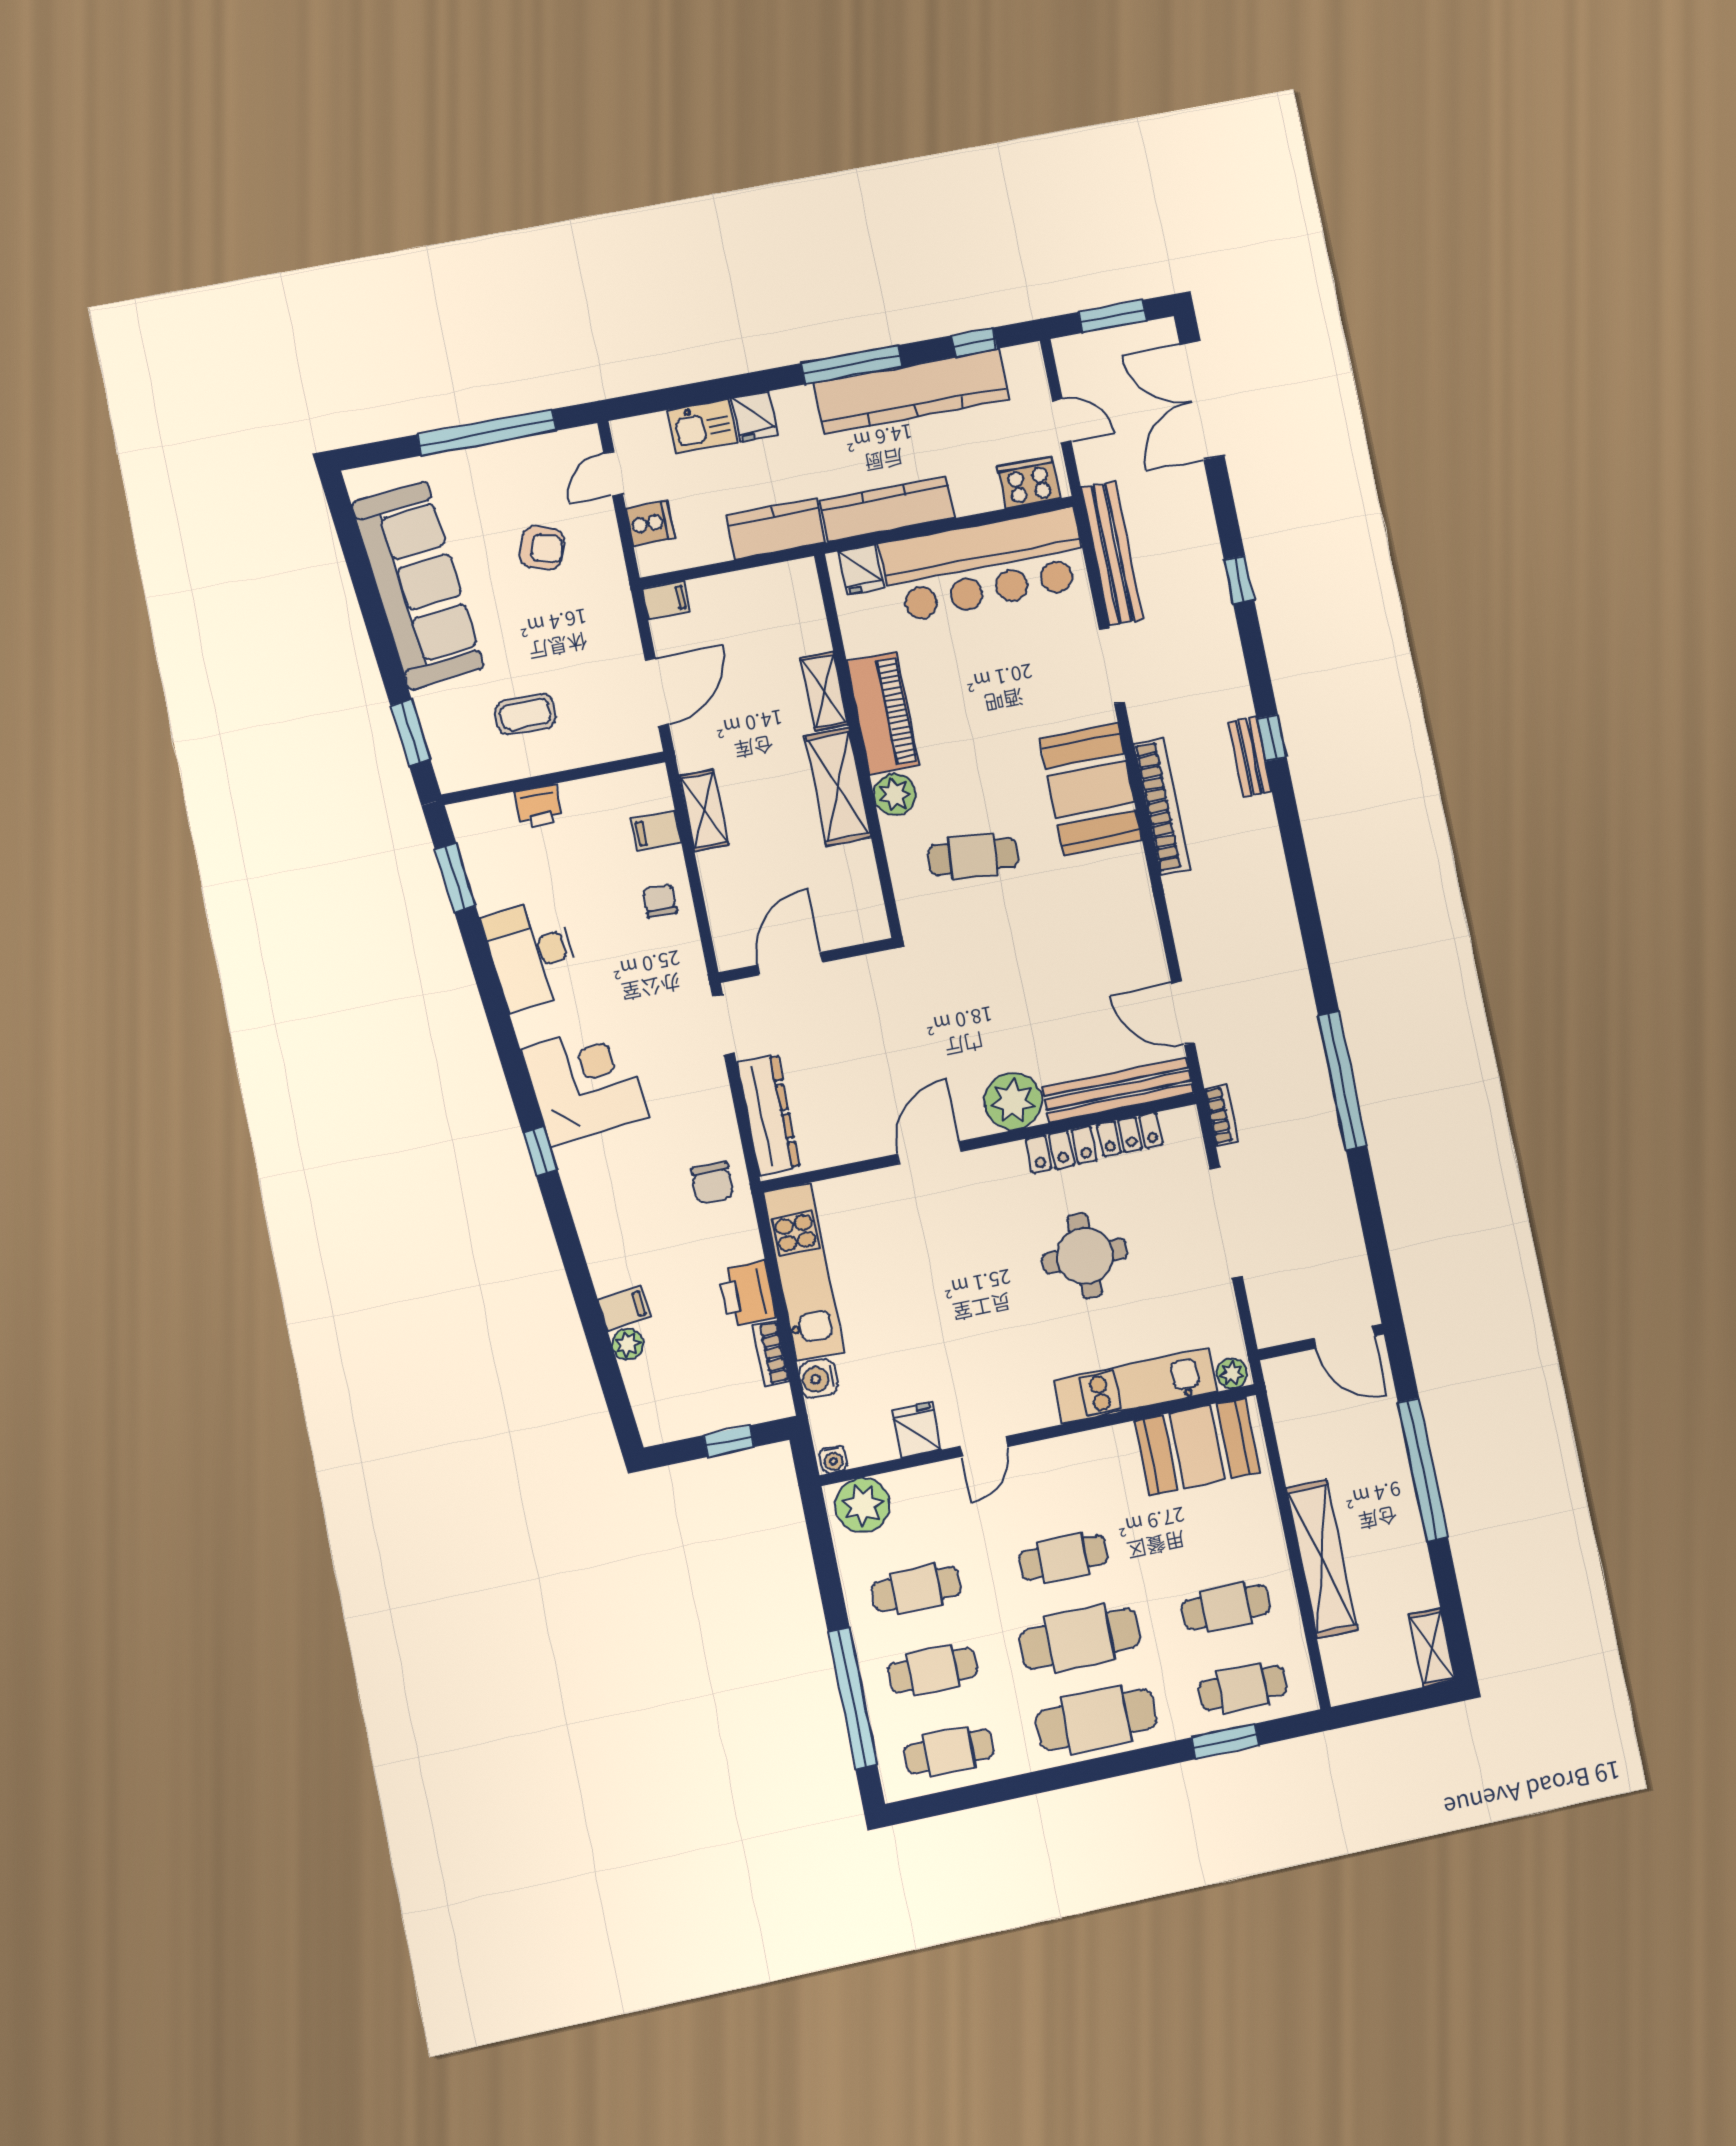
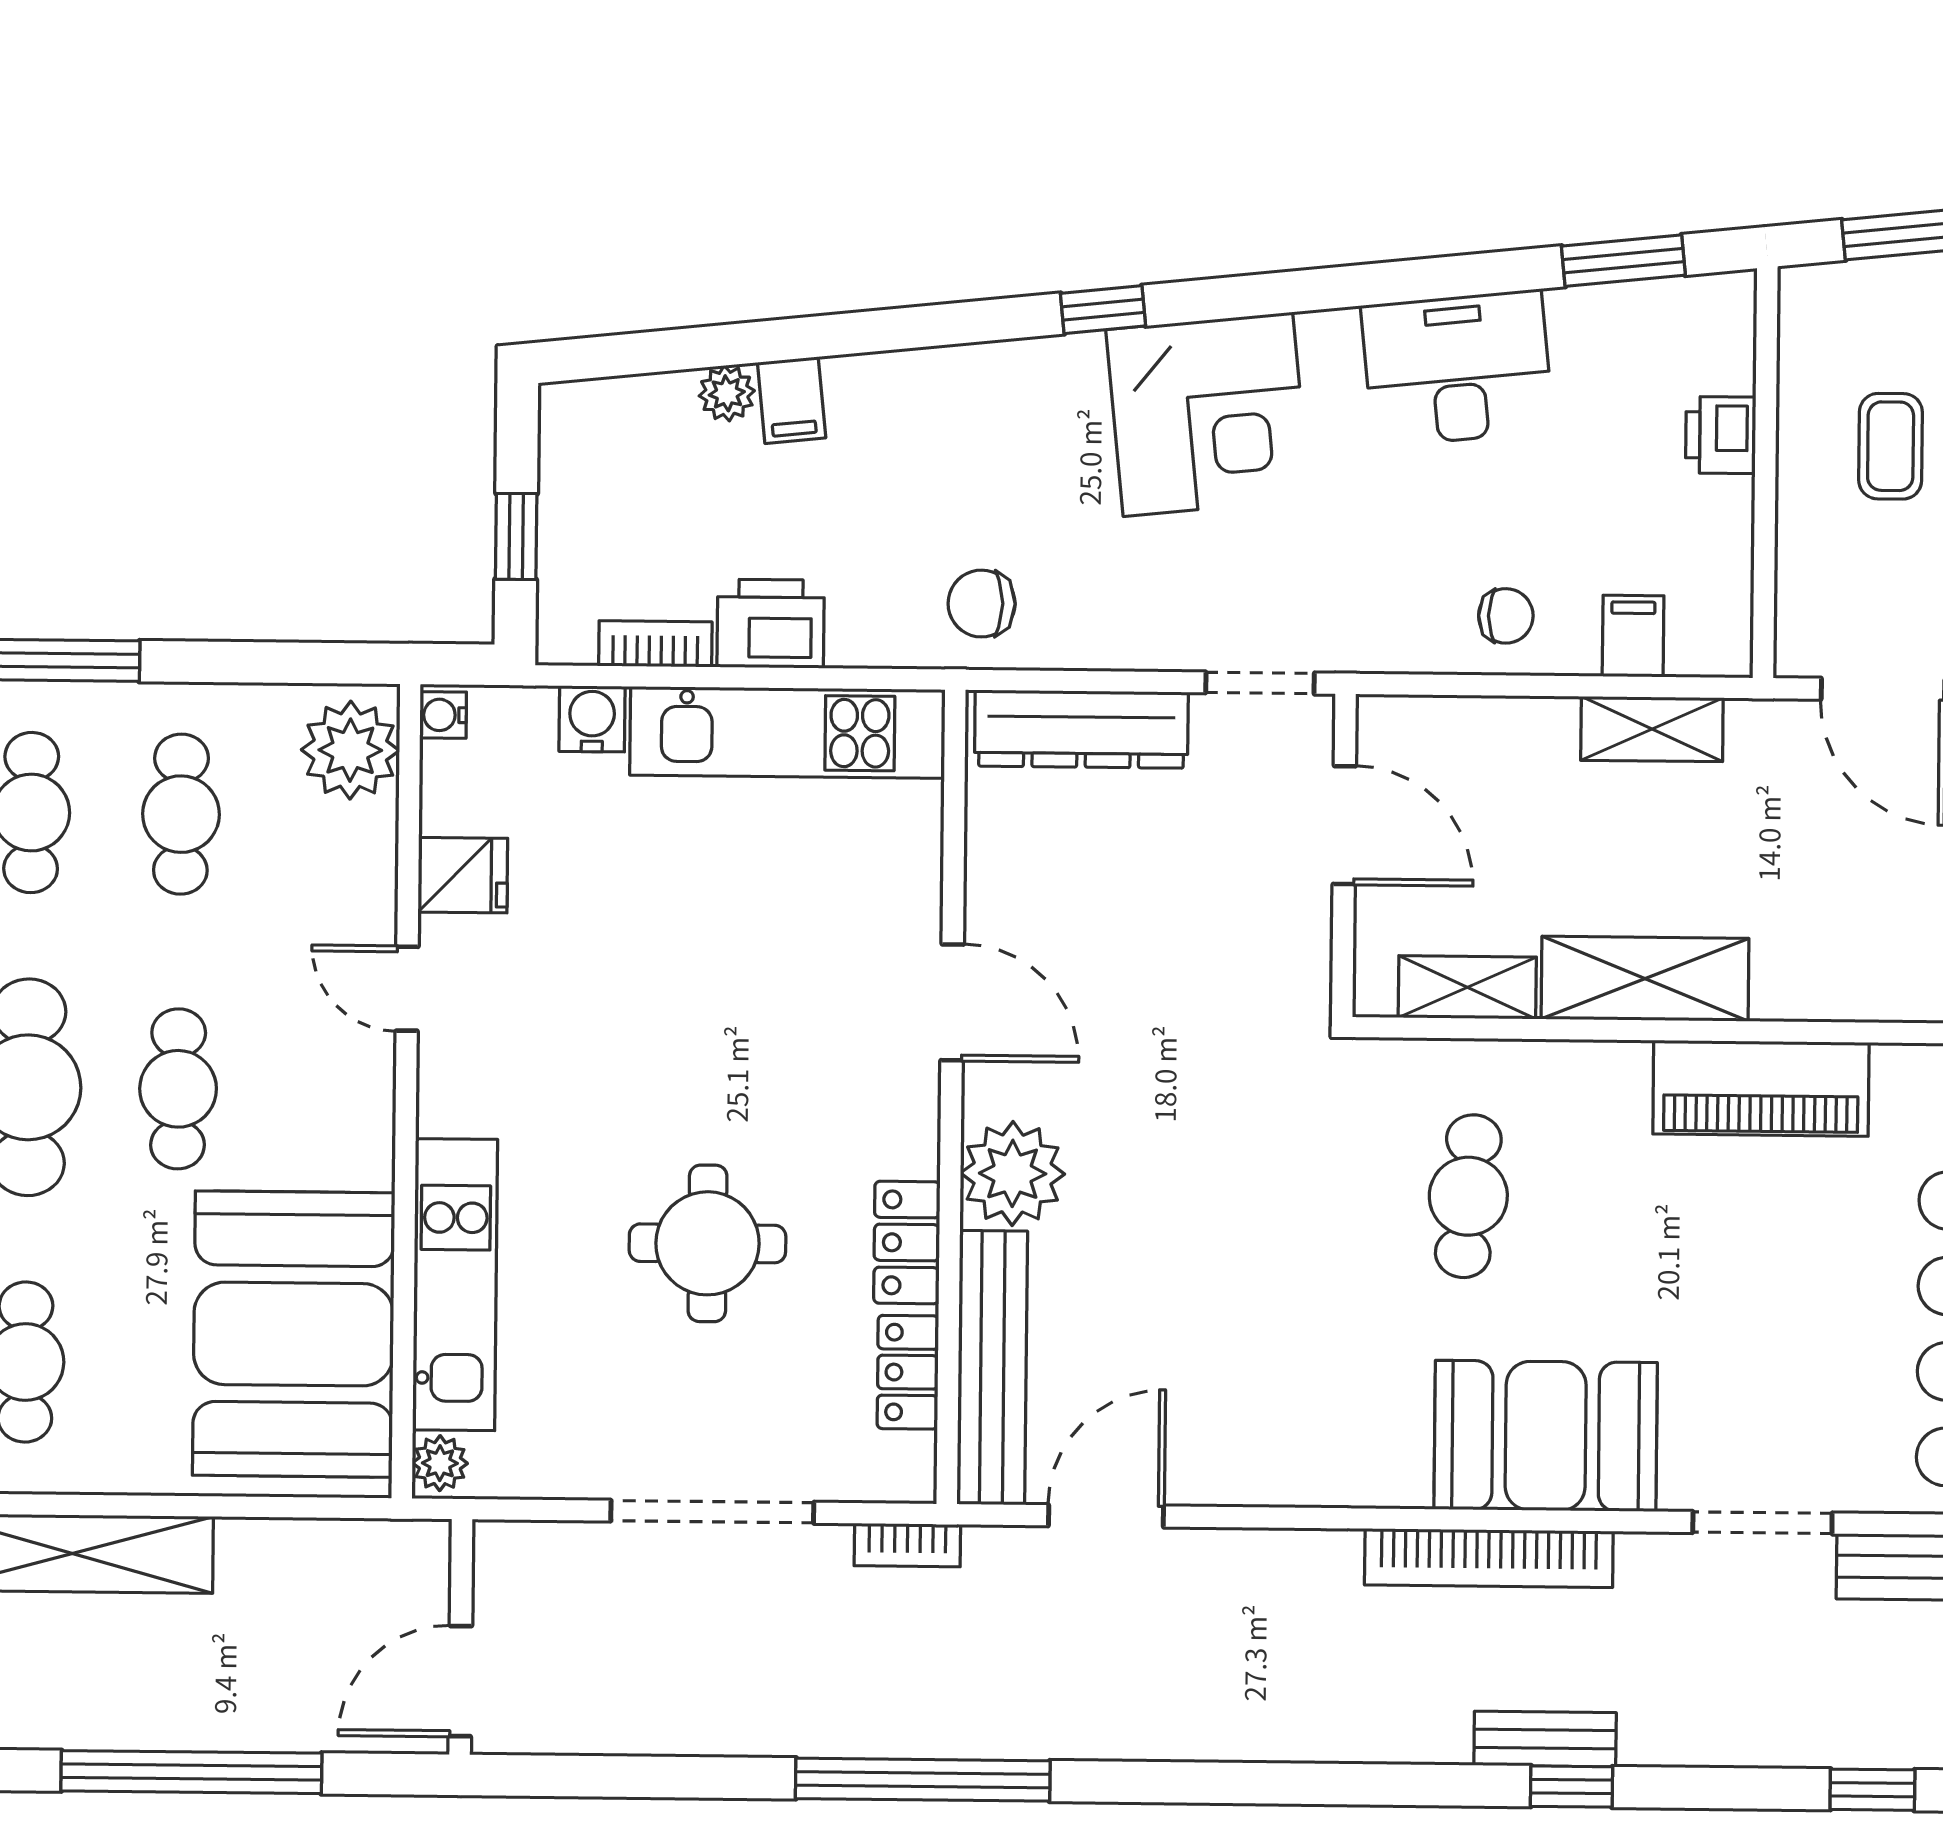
shelving: (824, 691) -> (1467, 987), moved
plant: (895, 795) -> (1610, 1078), removed
booth: (1197, 1446) -> (294, 1334), width x1.36, depth x1.42

